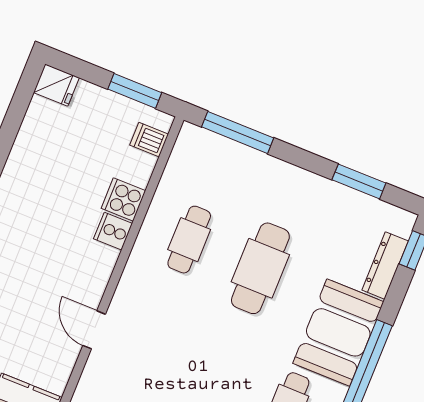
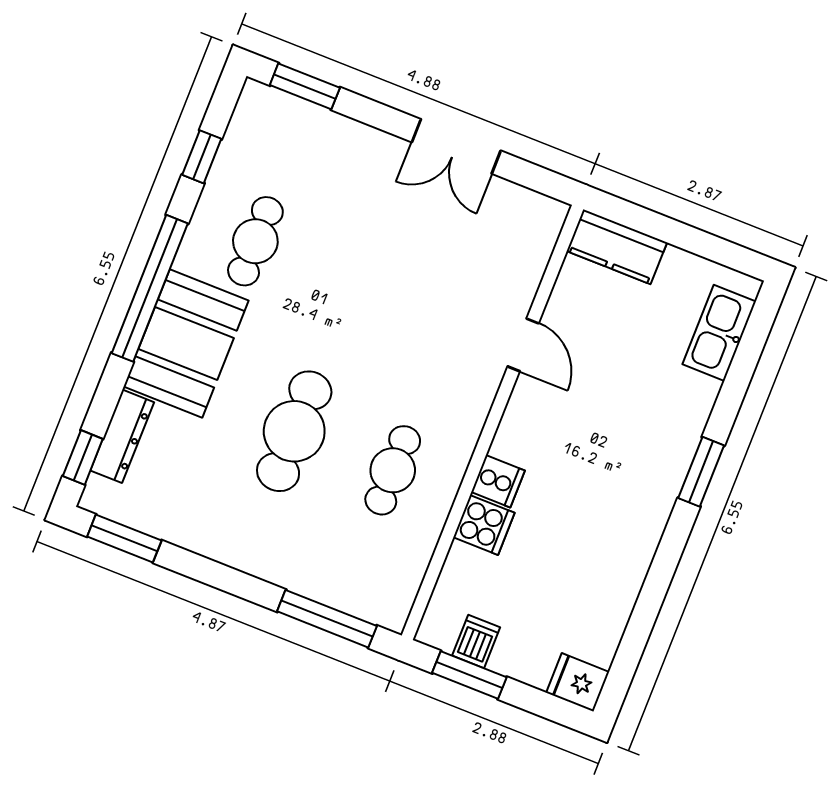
dishwasher: (149, 140) -> (476, 641), moved, turned -90
window: (359, 181) -> (124, 538), moved

